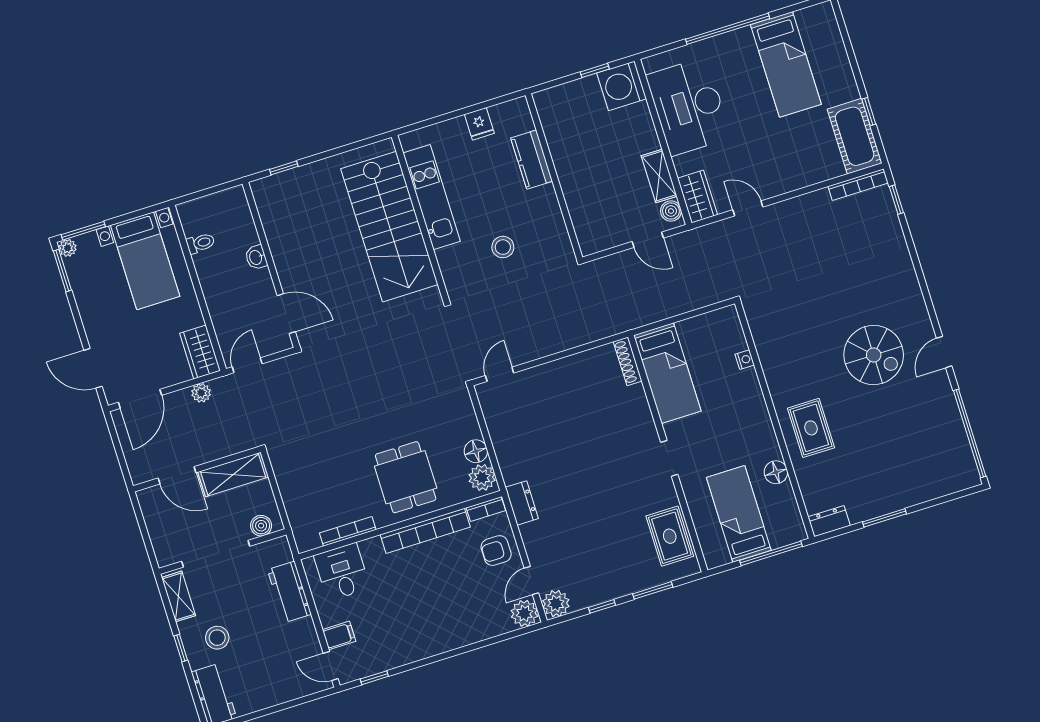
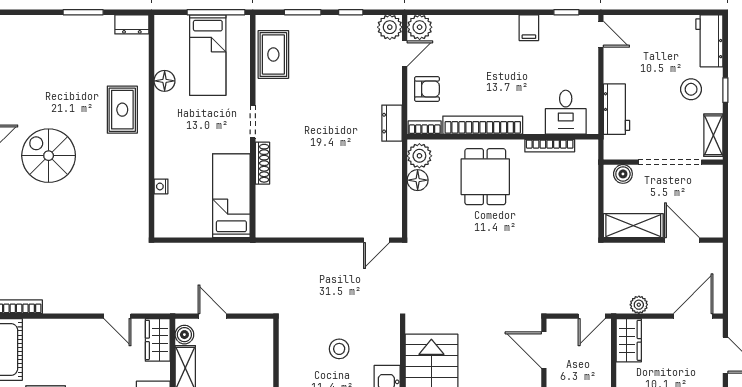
shoe rack: (628, 361) -> (262, 163), moved
window: (771, 553) -> (216, 12), moved
filing cabinet: (339, 635) -> (529, 28), moved, turned -90

